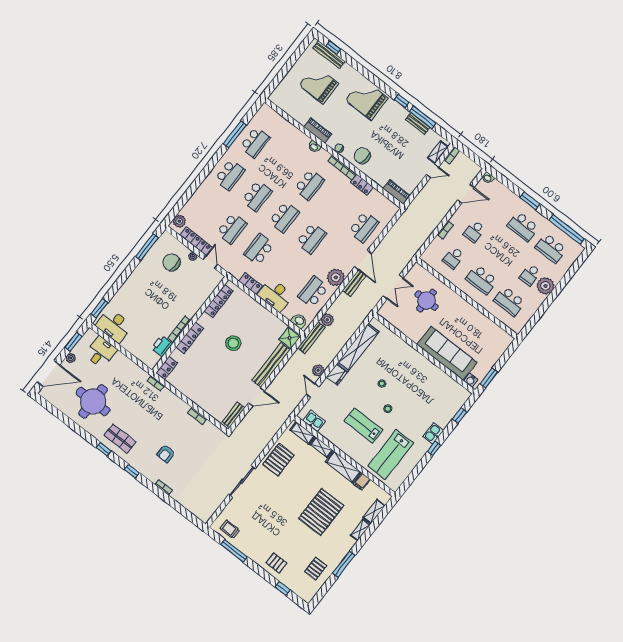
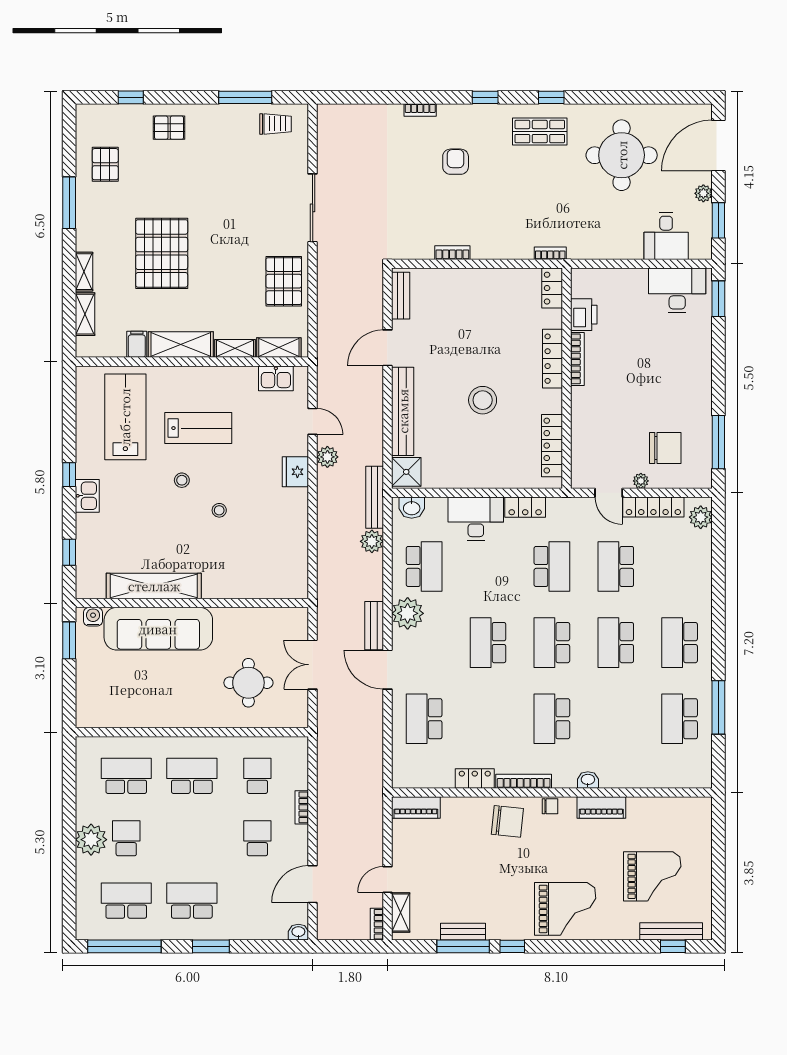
shelving: (358, 347) -> (154, 586), moved, turned 90

